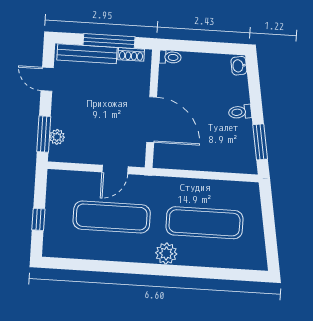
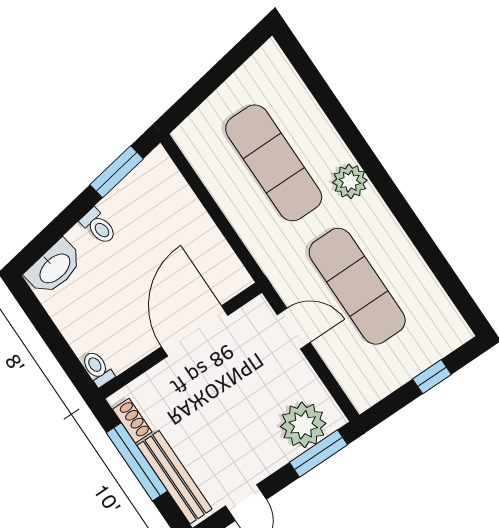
washbasin: (239, 66) -> (54, 268), width x1.91, depth x1.45
plant: (57, 137) -> (303, 425), width x1.87, depth x1.87

